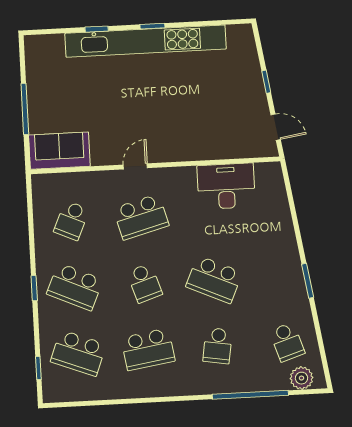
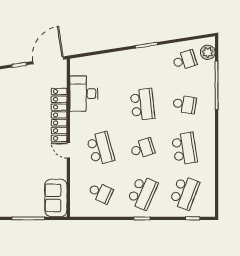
door: (276, 127) -> (48, 60), width x1.88
locker: (191, 149) -> (59, 115), added
school desk: (214, 279) -> (142, 104), turned -30

